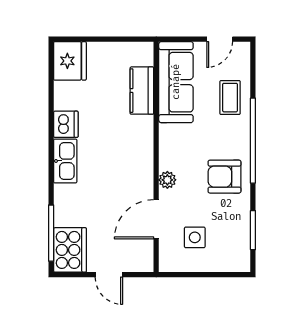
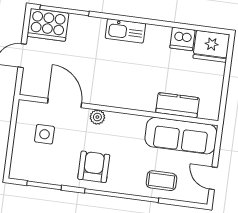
dishwasher: (66, 124) -> (182, 39), moved

